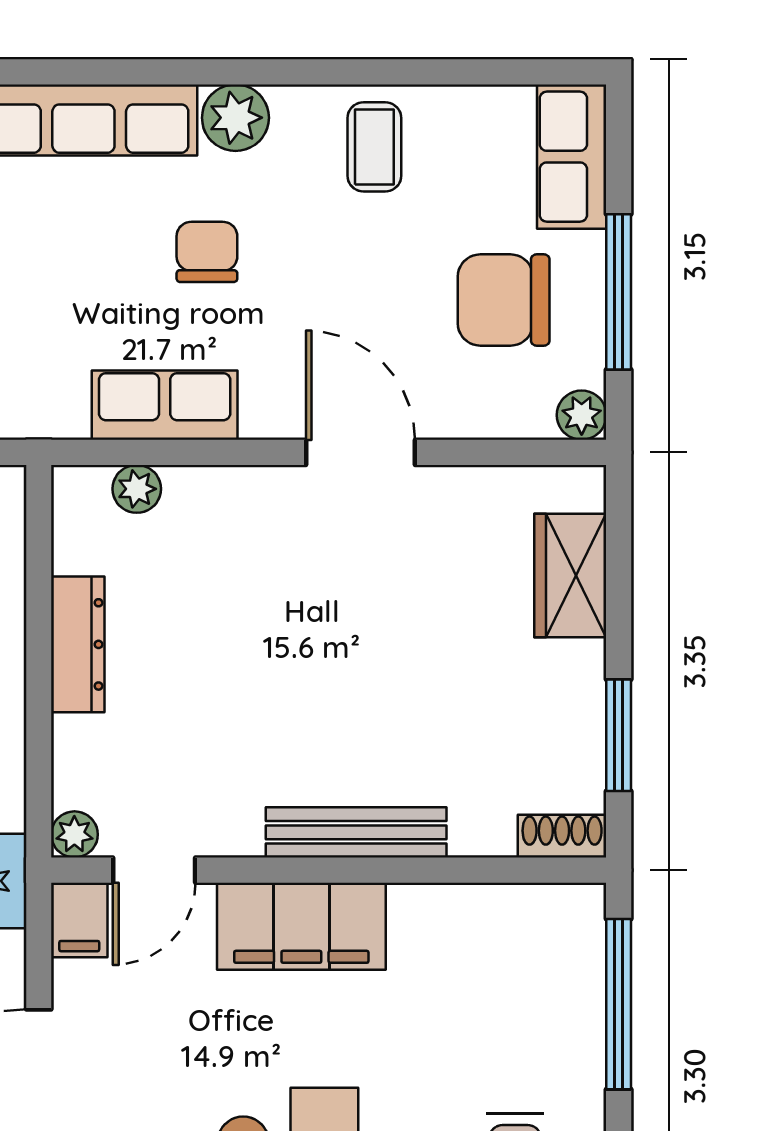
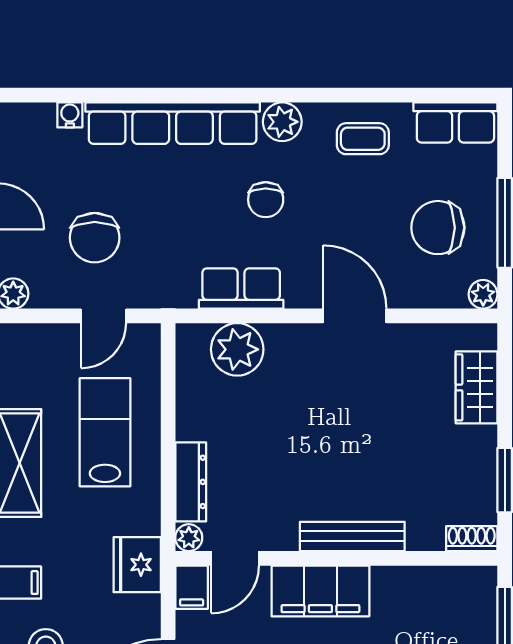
coffee table: (374, 147) -> (363, 139), turned 90
row of seats: (572, 157) -> (455, 122), moved, turned -90
chair: (207, 252) -> (266, 200), turned 180
plant: (137, 489) -> (237, 349), width x1.88, depth x1.88
dresser: (78, 644) -> (191, 482), moved

